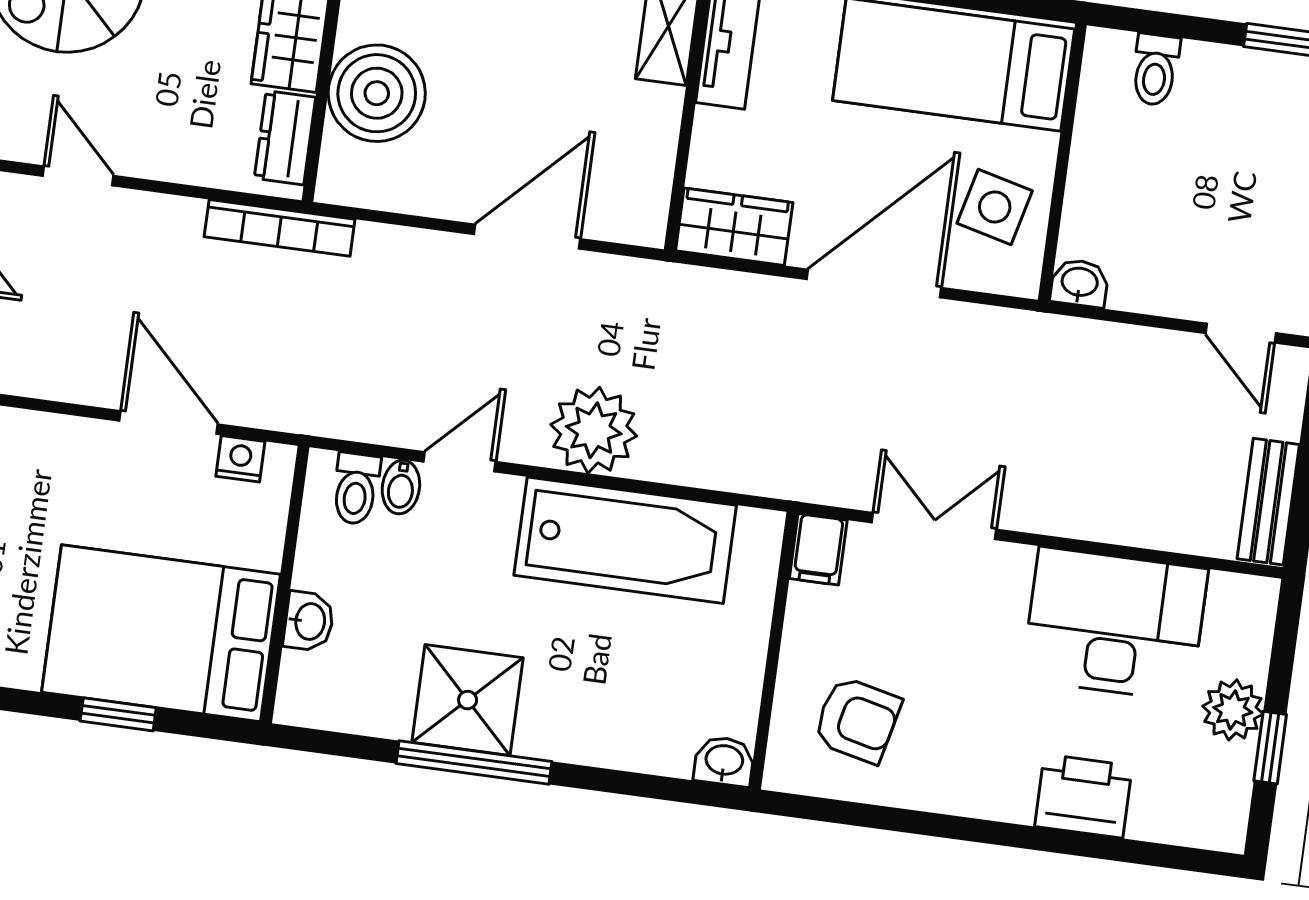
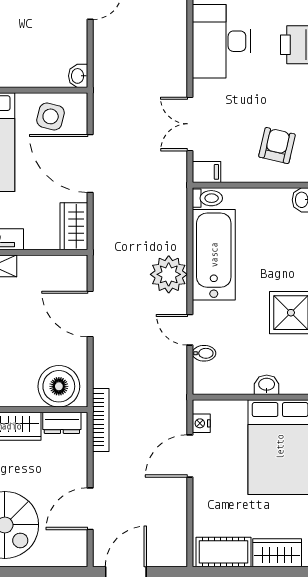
boiler: (377, 93) -> (59, 386), moved
door: (78, 176) -> (90, 509), width x1.38
toilet: (356, 489) -> (207, 198), moved

